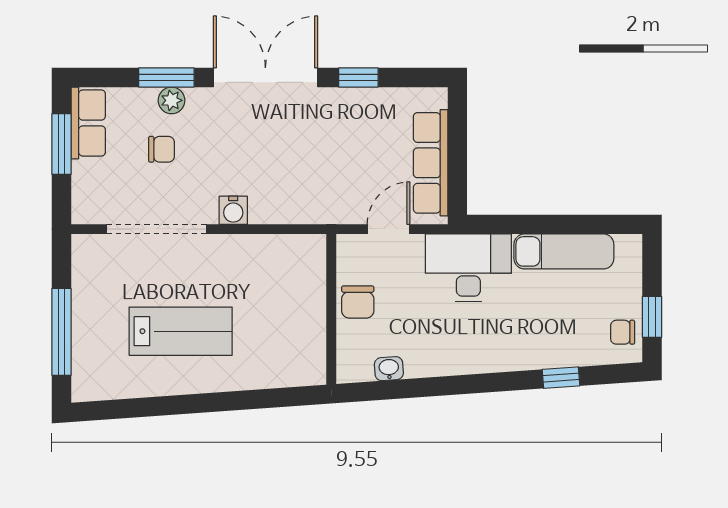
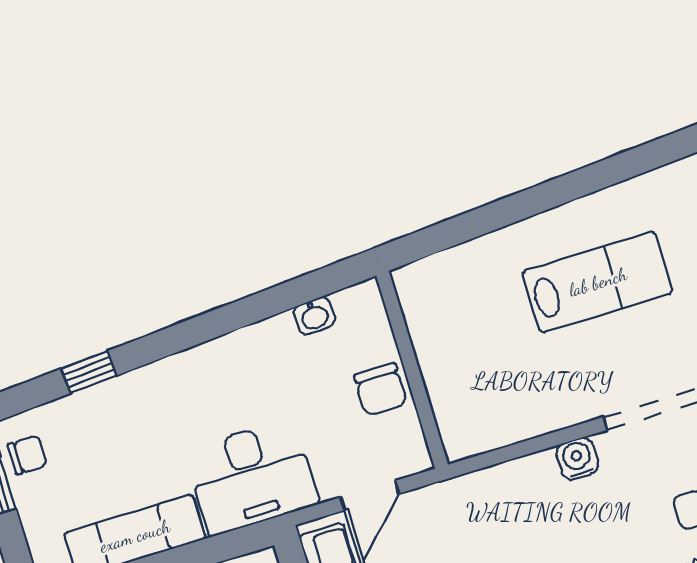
chair: (358, 302) -> (381, 390), turned 180
lab bench: (181, 331) -> (598, 282), turned 180

